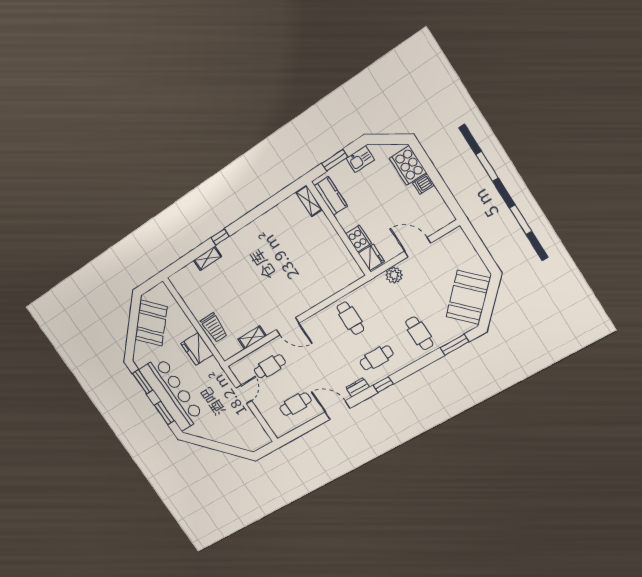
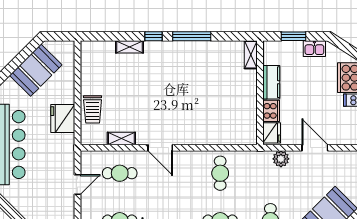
kitchen counter: (331, 196) -> (271, 82), moved
window: (250, 217) -> (192, 36), added

